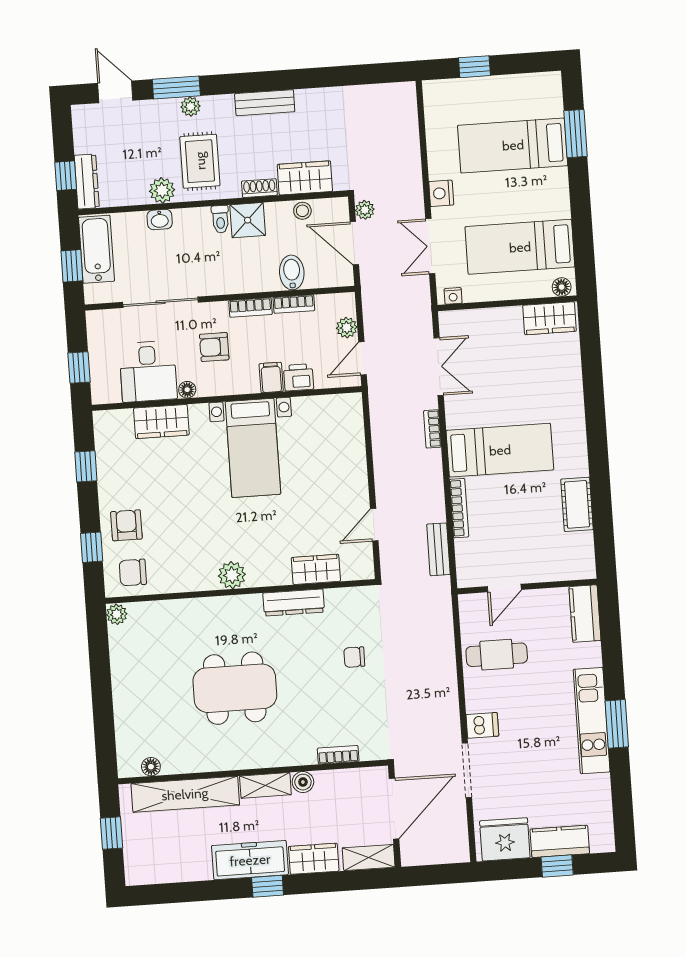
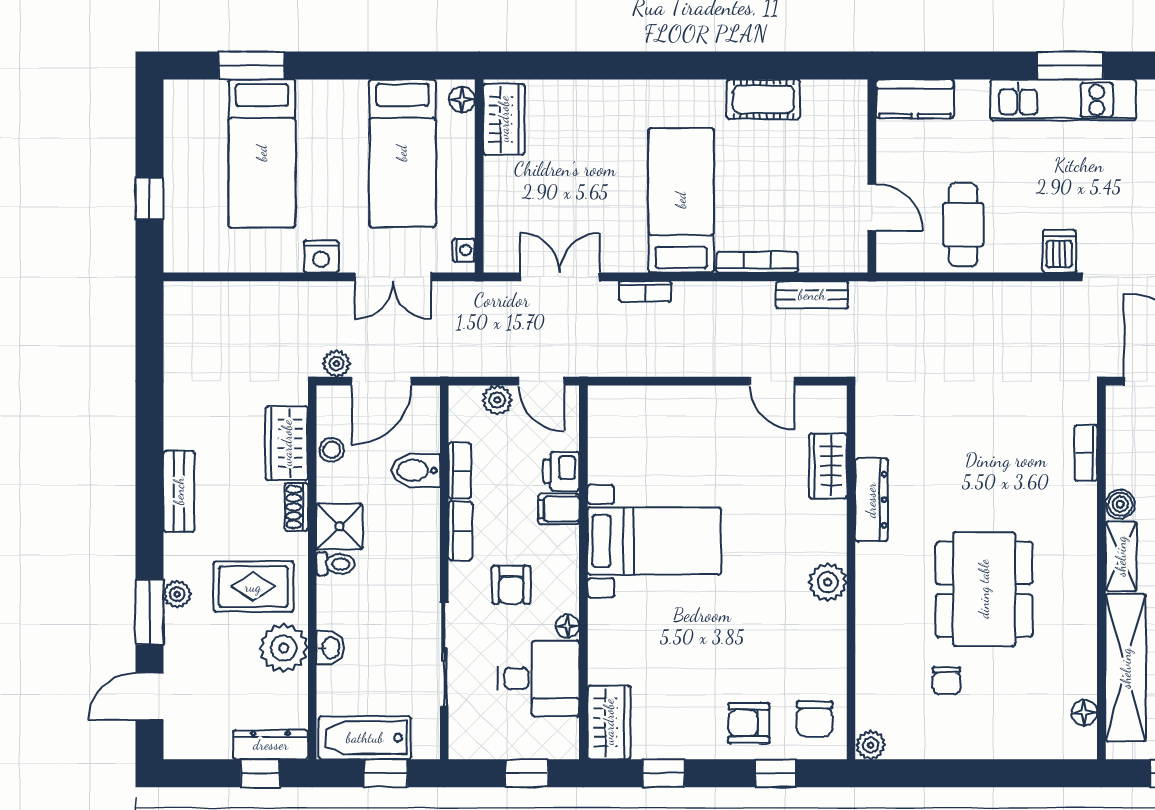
plant: (162, 190) -> (284, 648), width x1.36, depth x1.36
wardrobe: (161, 422) -> (609, 722), moved
chair: (354, 657) -> (946, 681), moved

